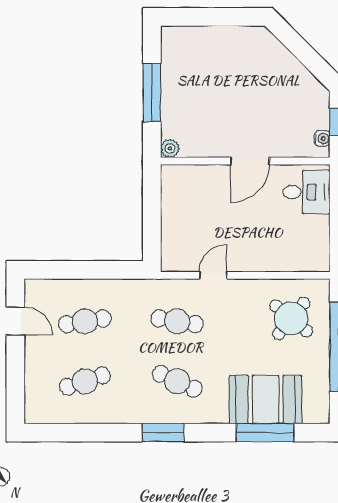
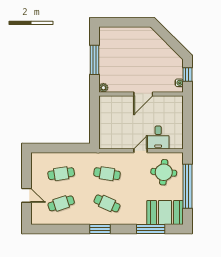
desk: (306, 192) -> (158, 137), moved, turned 90
door: (213, 275) -> (140, 151), moved
round table: (291, 318) -> (164, 172), turned -34
door: (15, 321) -> (27, 195), moved
booth: (266, 400) -> (165, 213), moved

